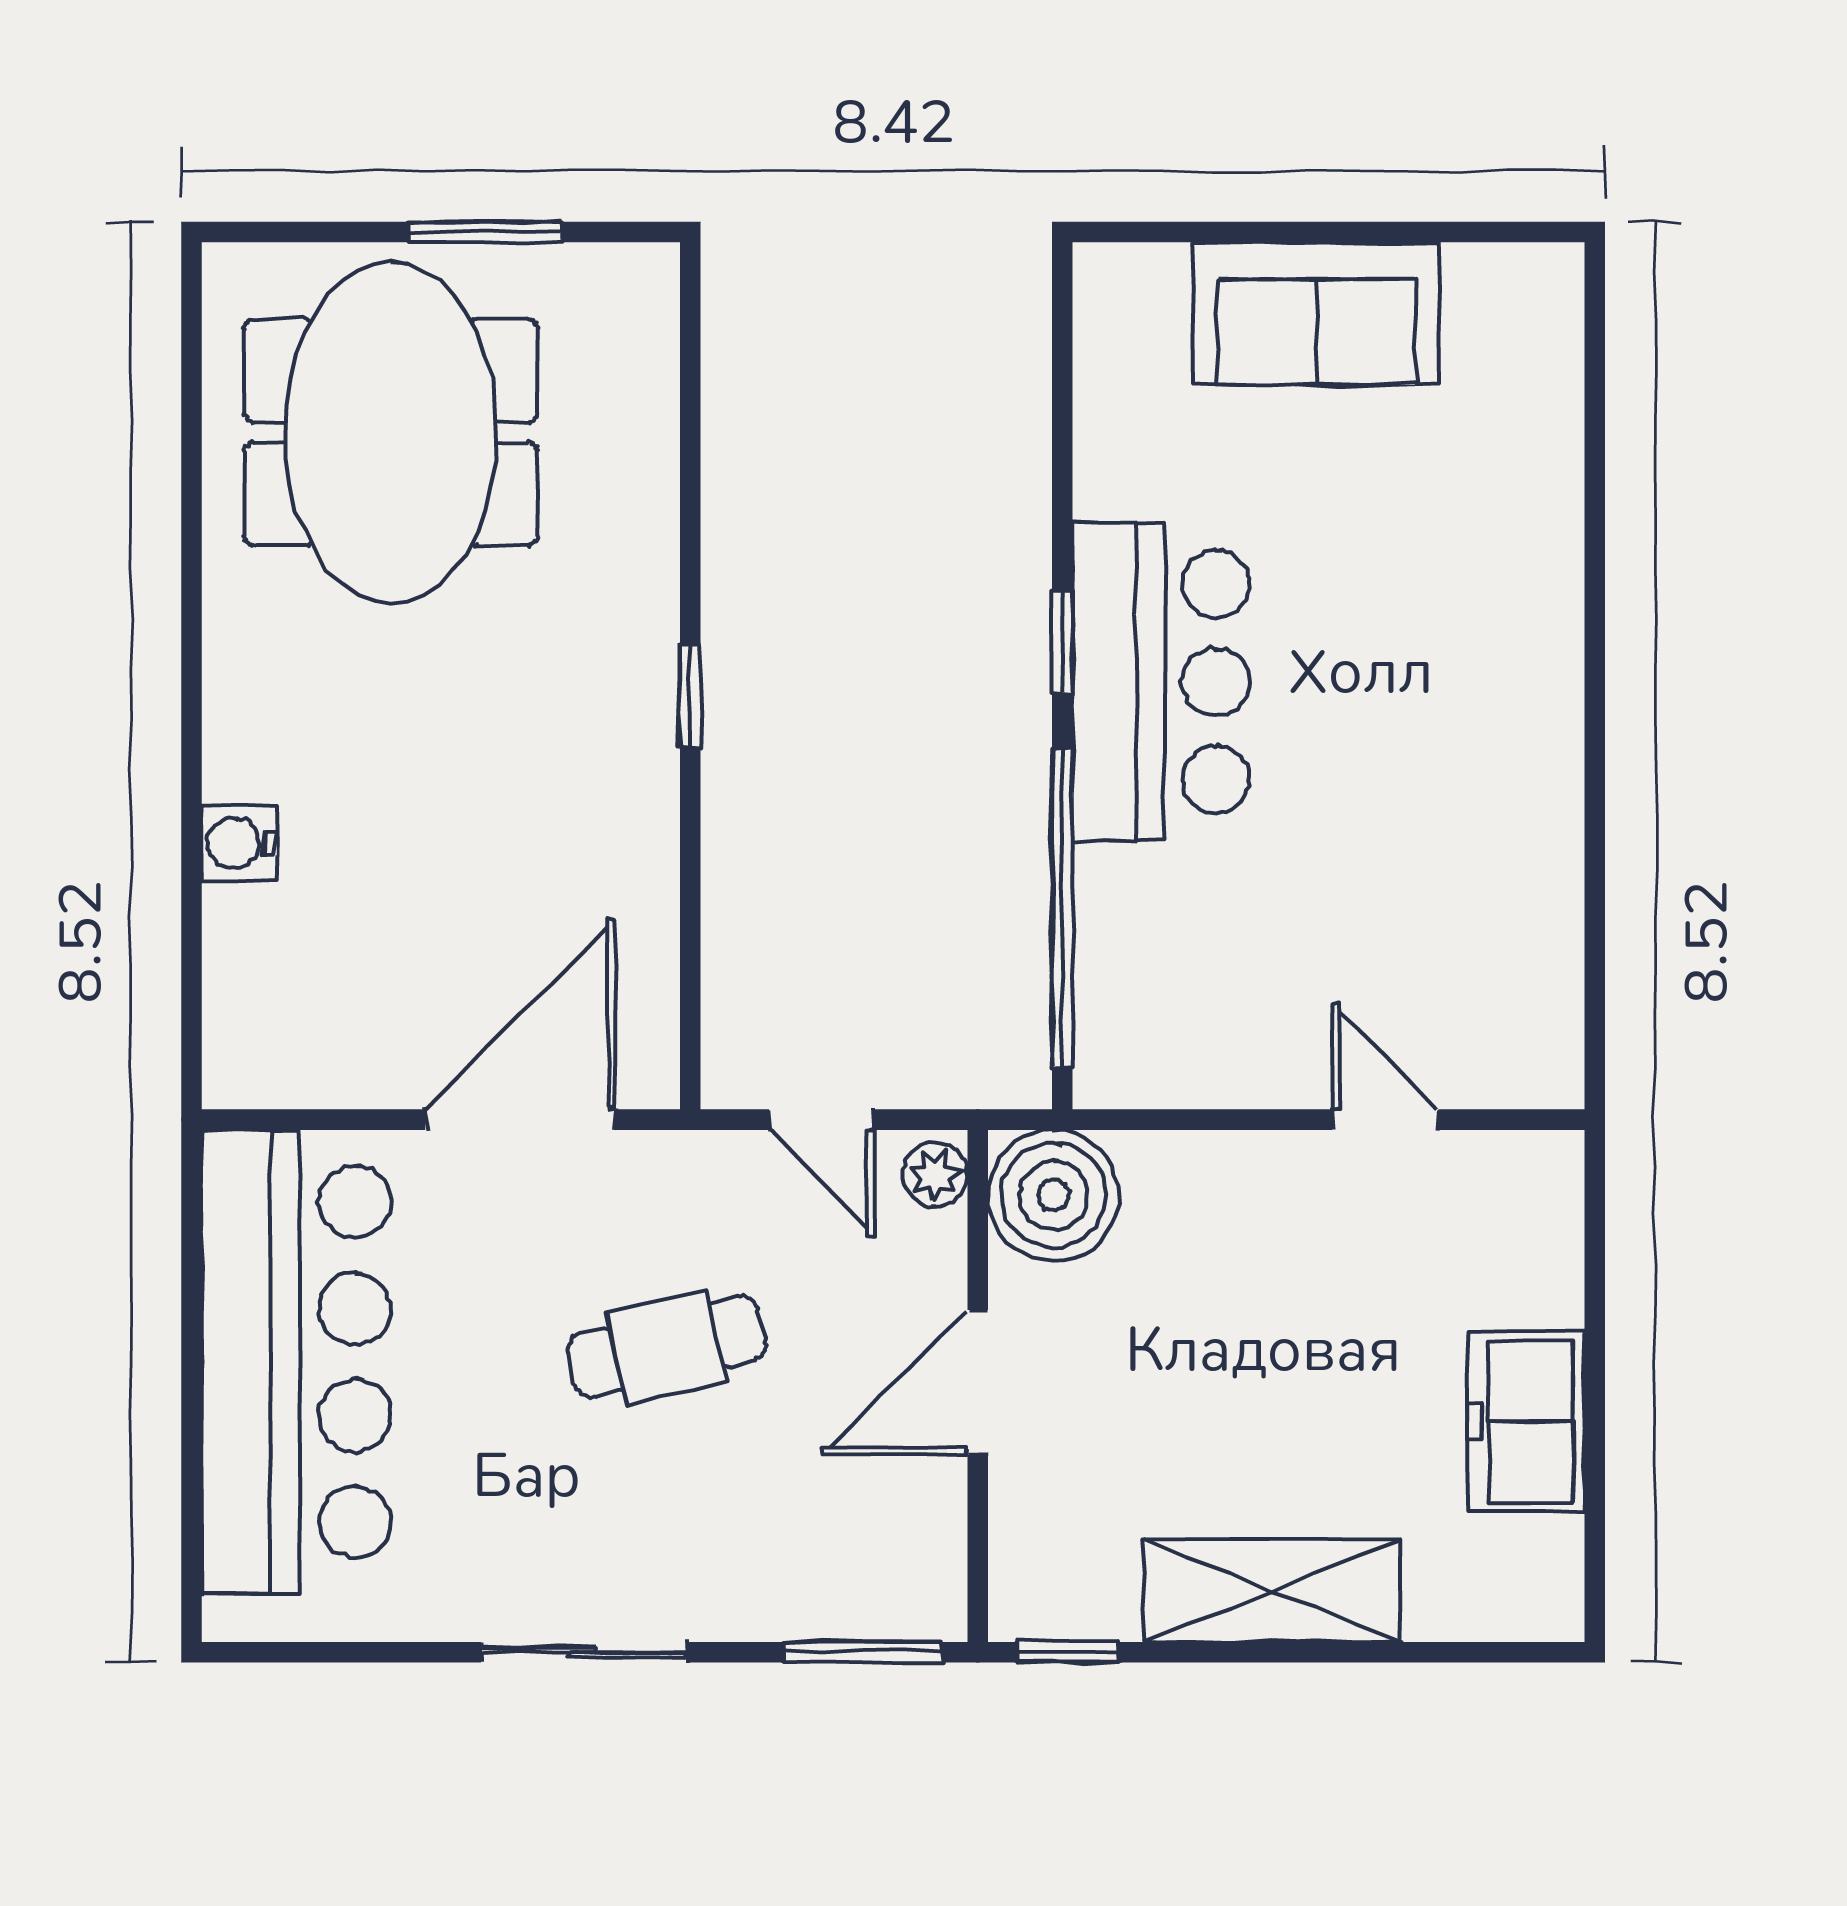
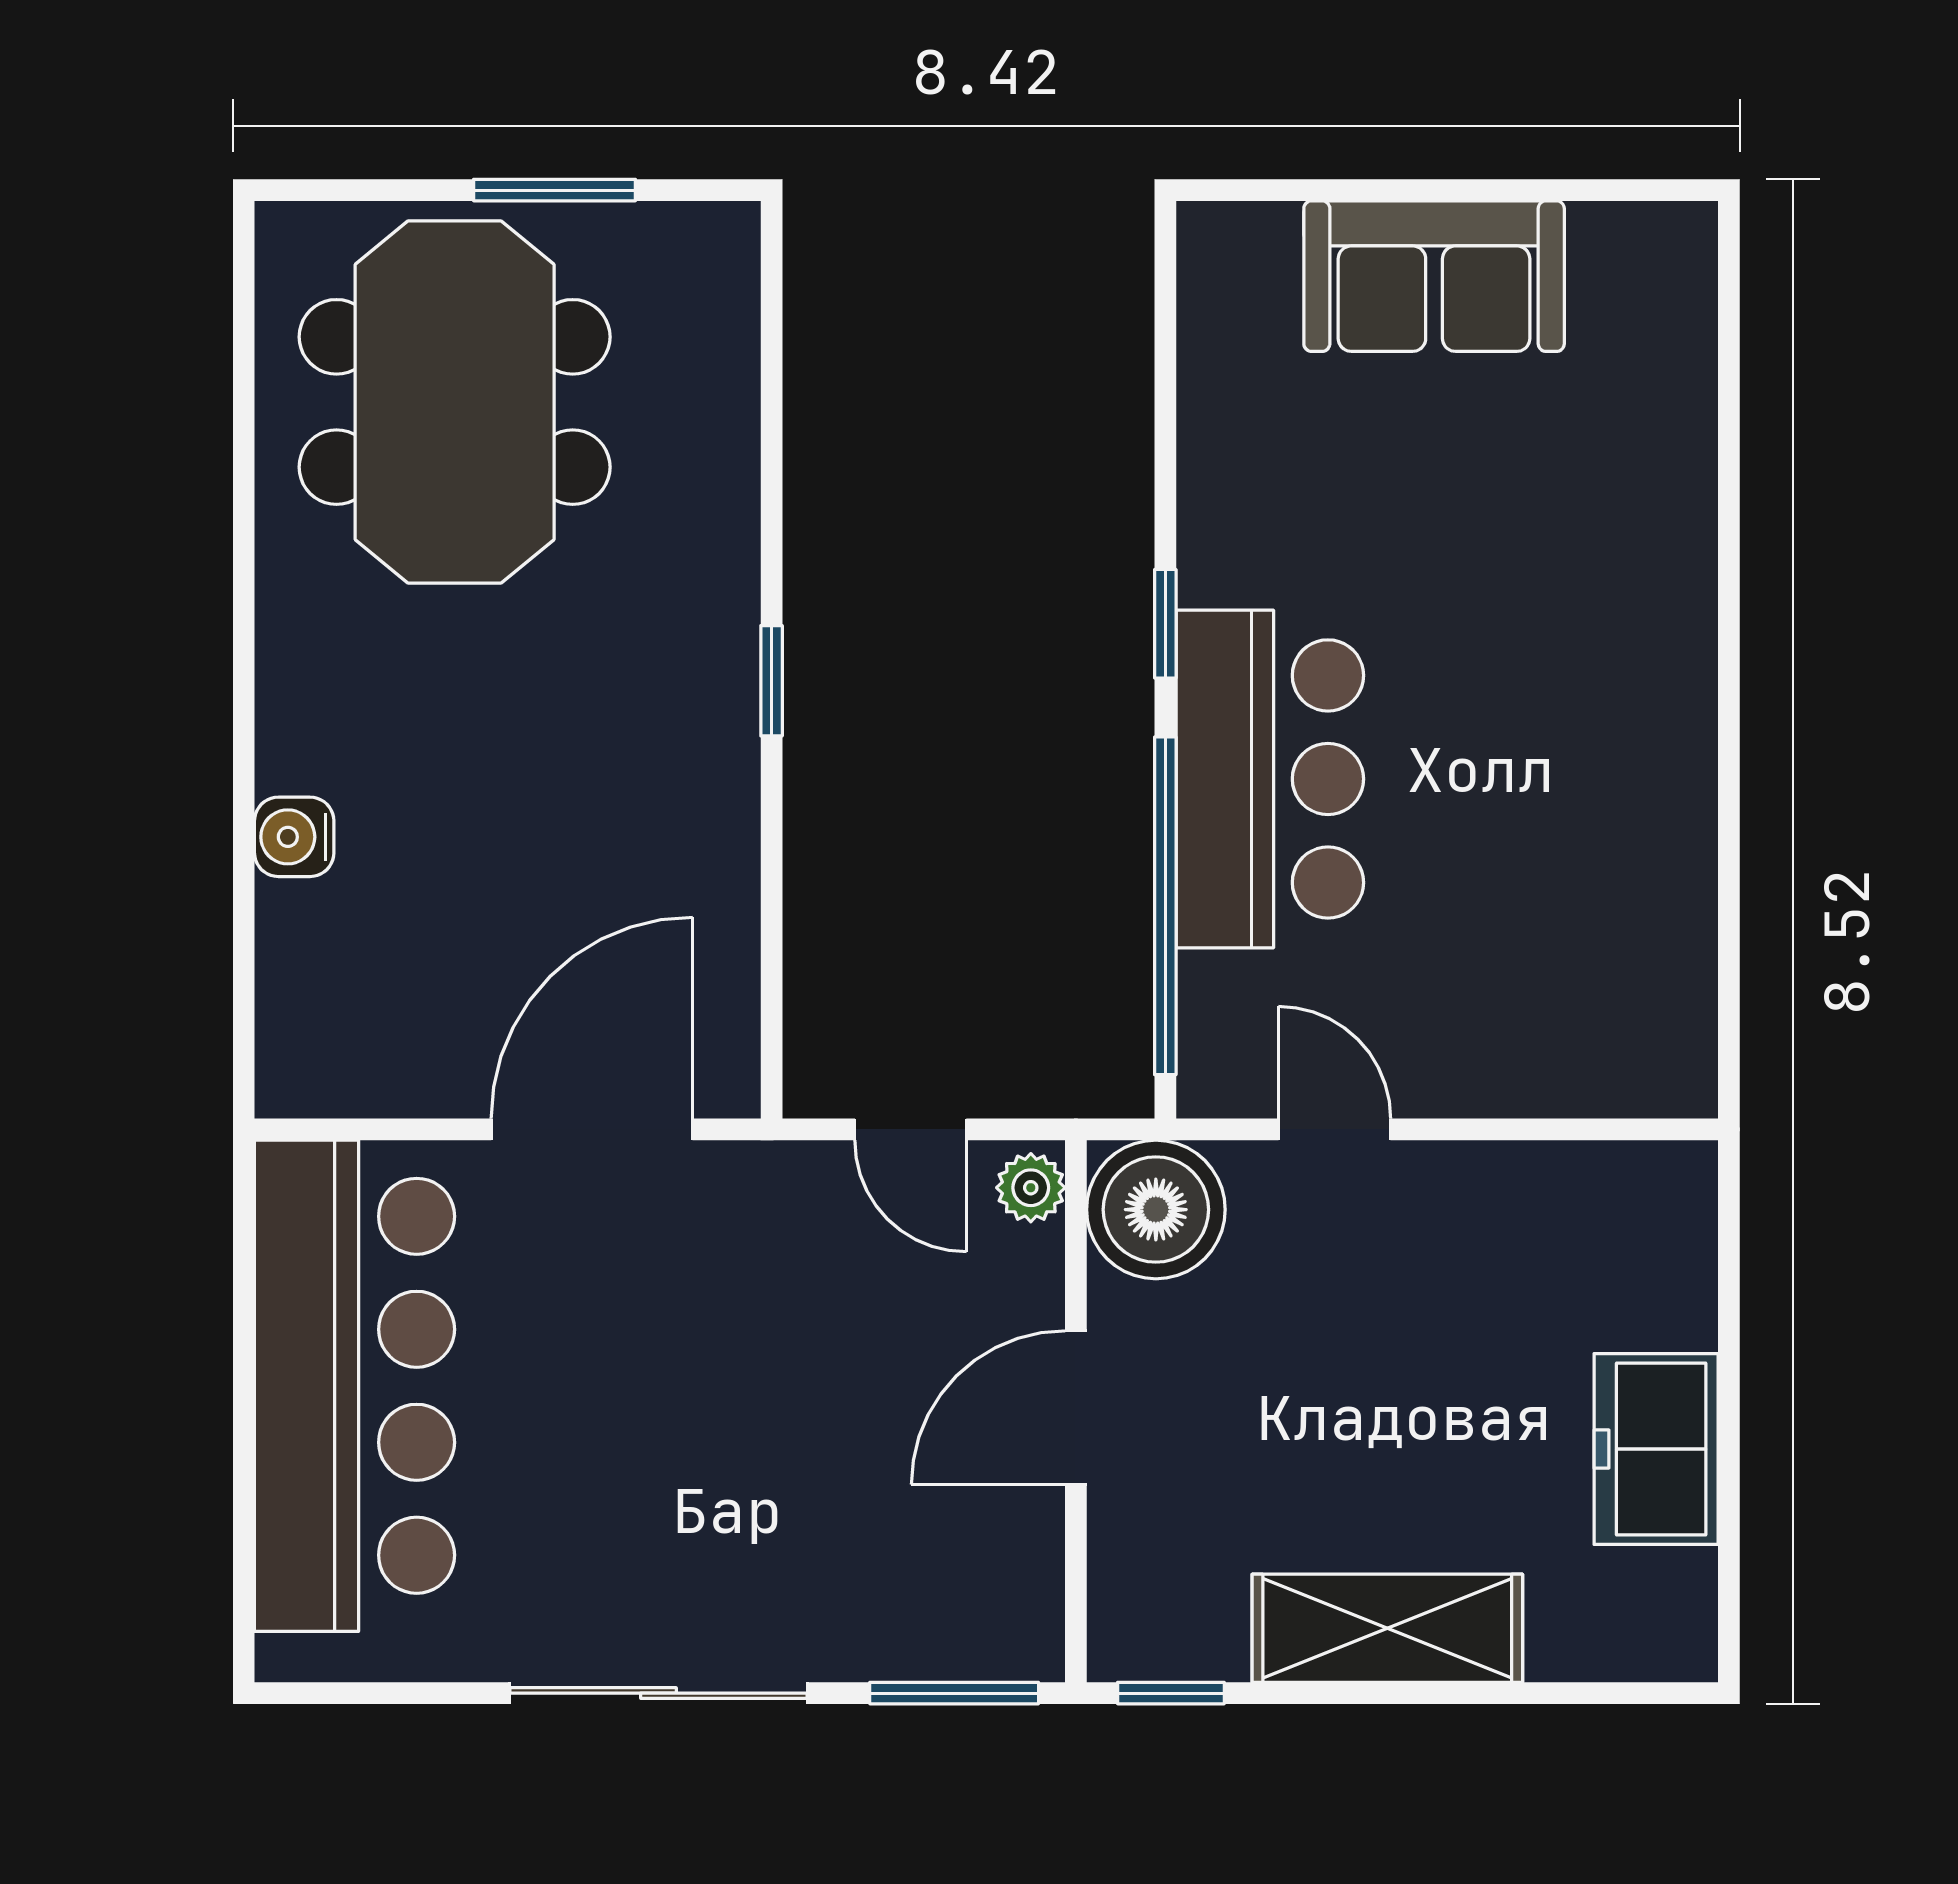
bar counter: (1161, 682) -> (1270, 779), moved
door: (1385, 1120) -> (1335, 1129), moved
cafe table: (667, 1347) -> (747, 1370), removed
sliding door: (583, 1652) -> (659, 1693), width x1.37

